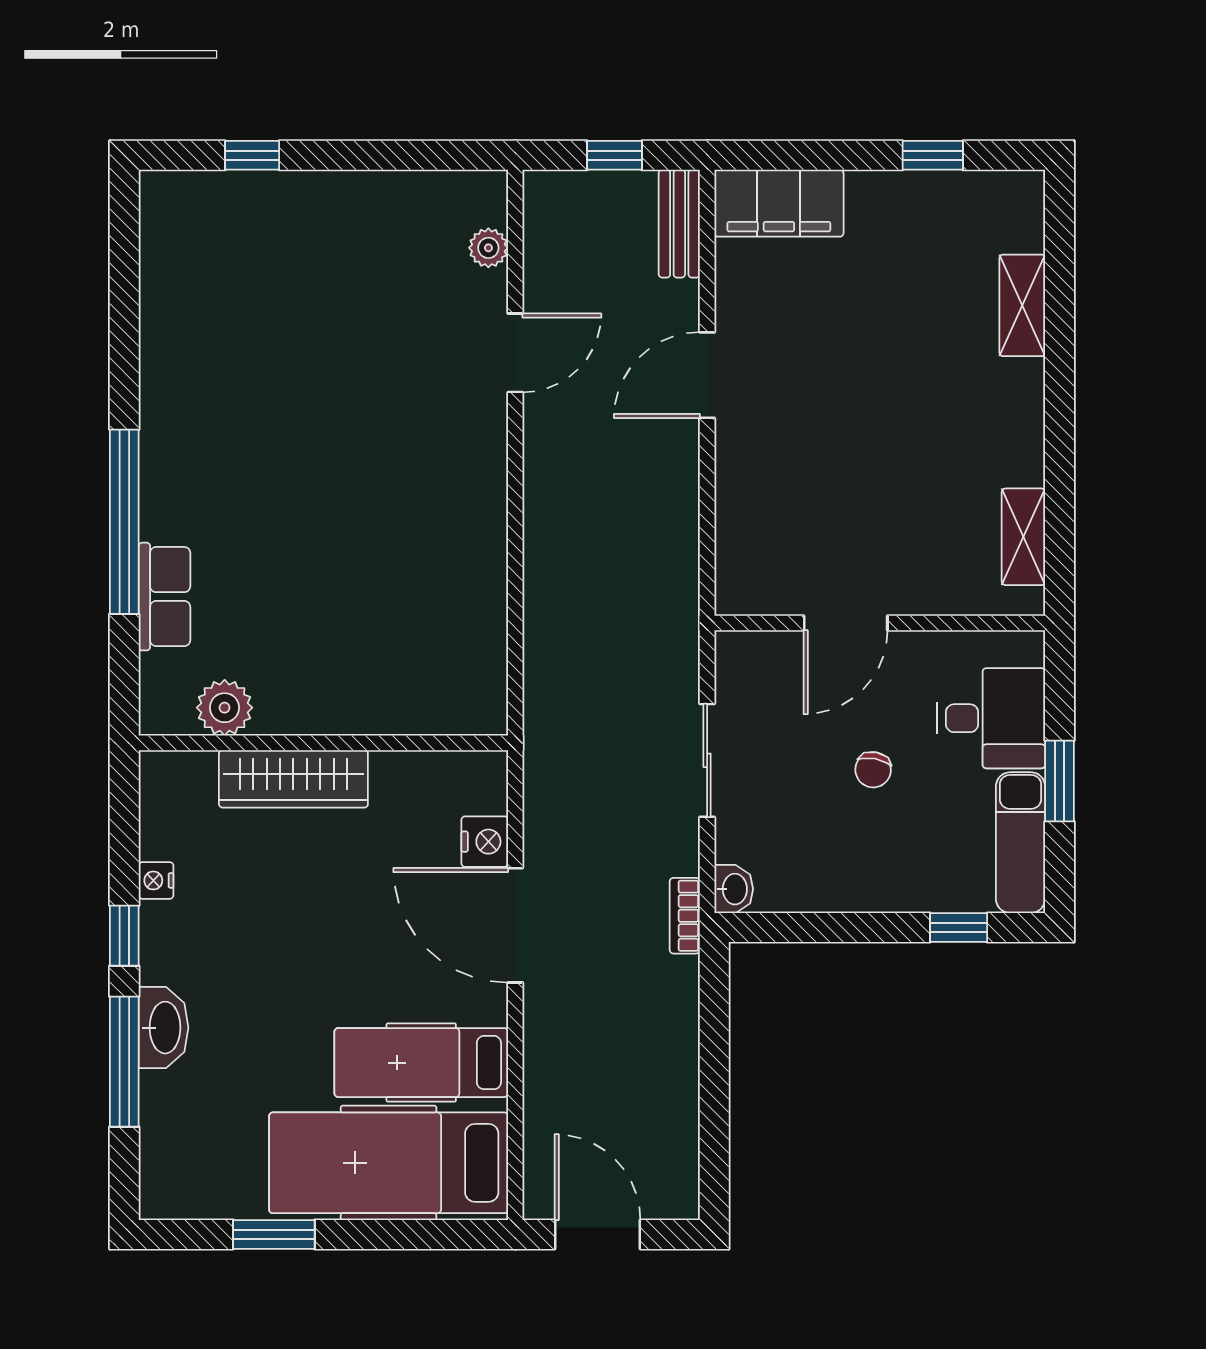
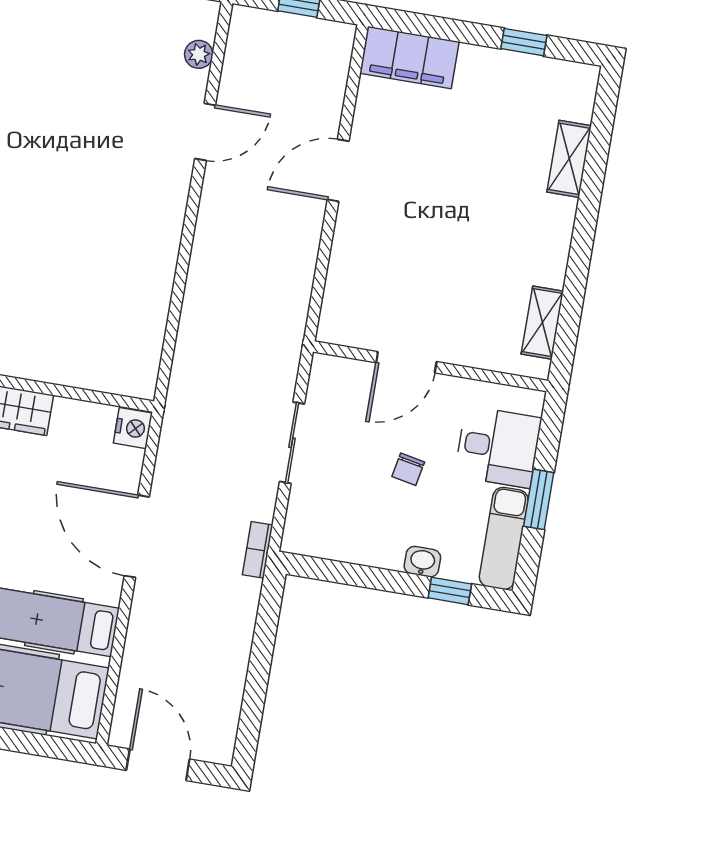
bench: (679, 224) -> (337, 60), removed
nightstand: (485, 842) -> (133, 428), moved
washbasin: (734, 889) -> (422, 562), moved, turned -90

